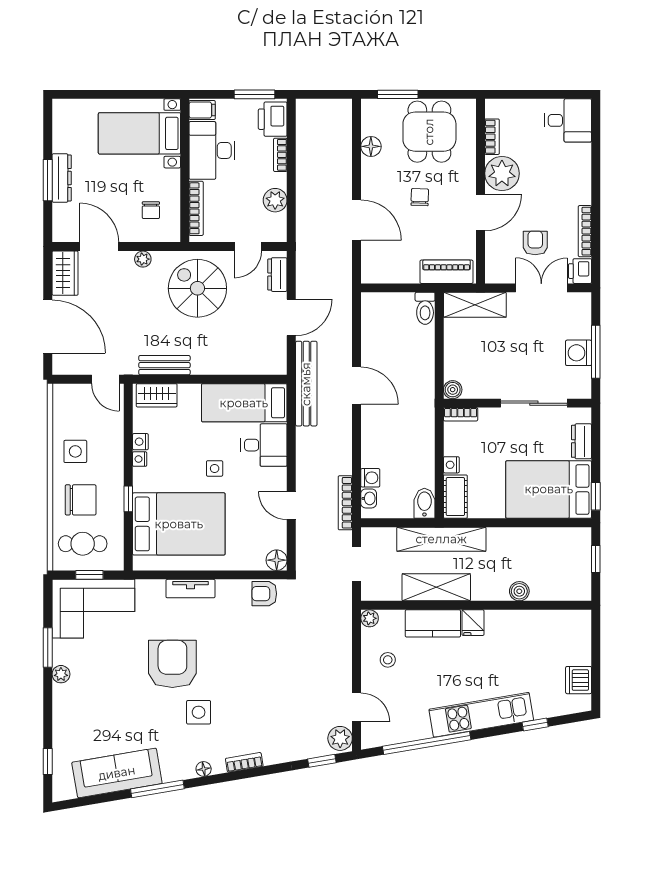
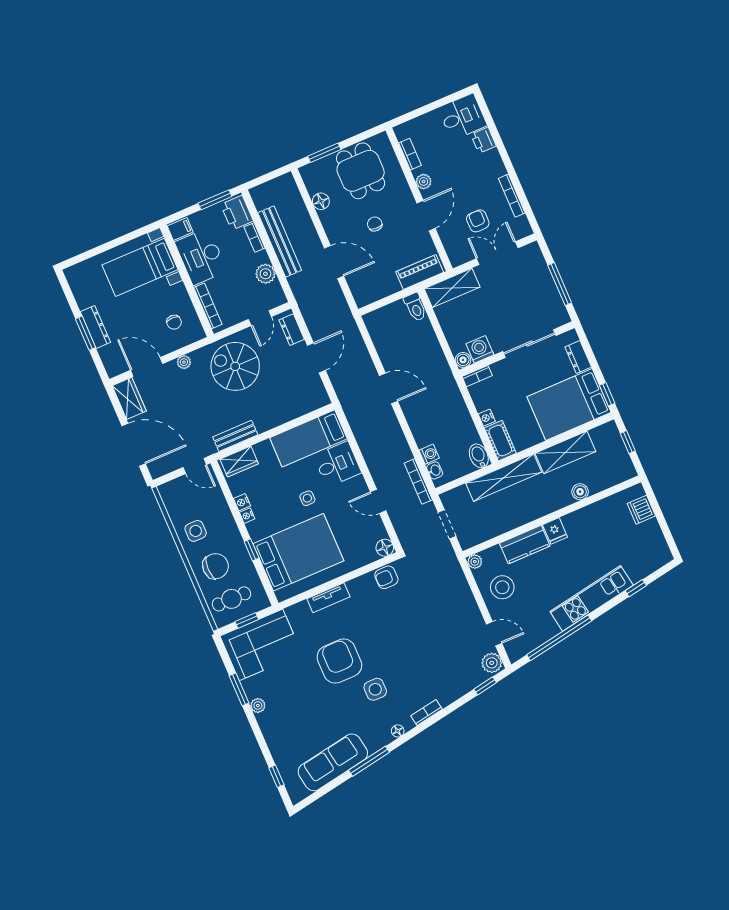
plant: (502, 173) -> (424, 182), width x0.53, depth x0.53
printer: (580, 271) -> (484, 140), moved
washing machine: (579, 353) -> (480, 349), moved, turned 90
bench: (306, 384) -> (280, 242), moved
shelving: (436, 587) -> (565, 452), moved
stool: (388, 660) -> (502, 587), width x1.89, depth x1.89
dishwasher: (579, 680) -> (641, 510), moved

